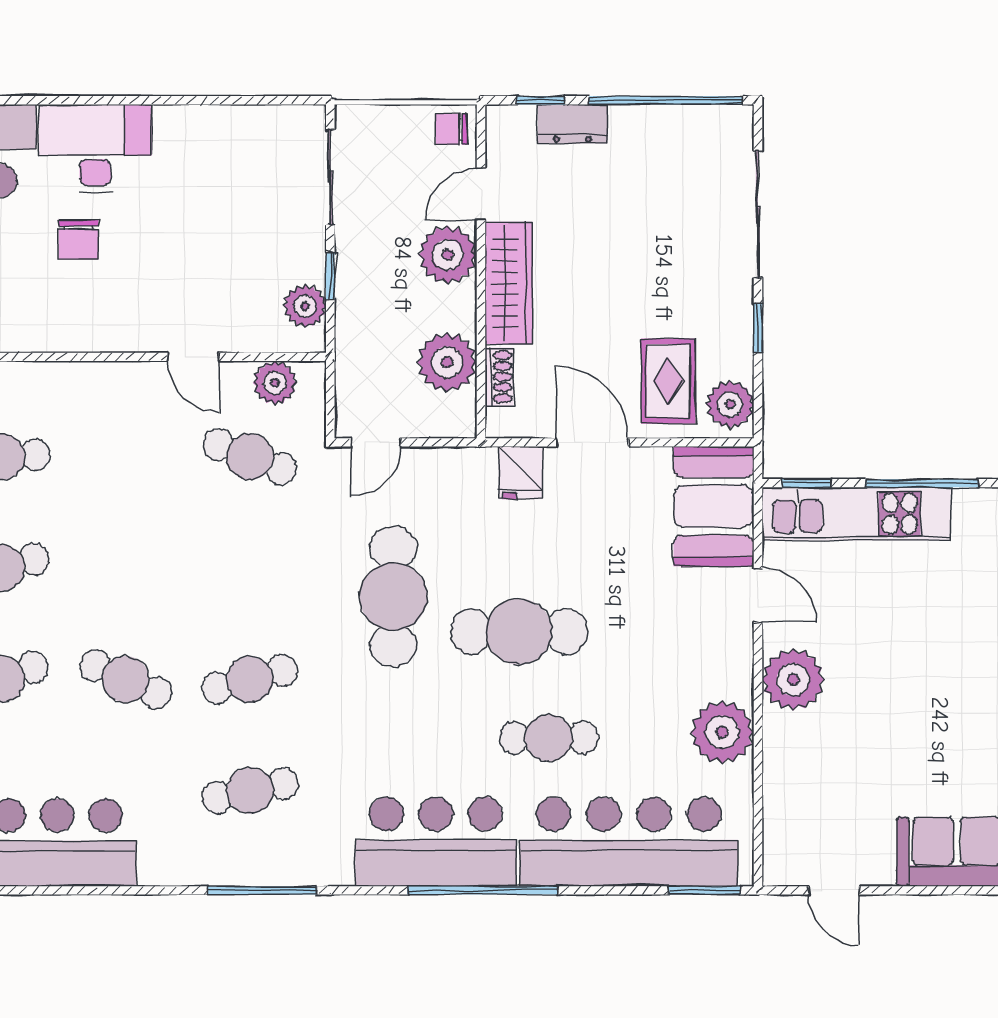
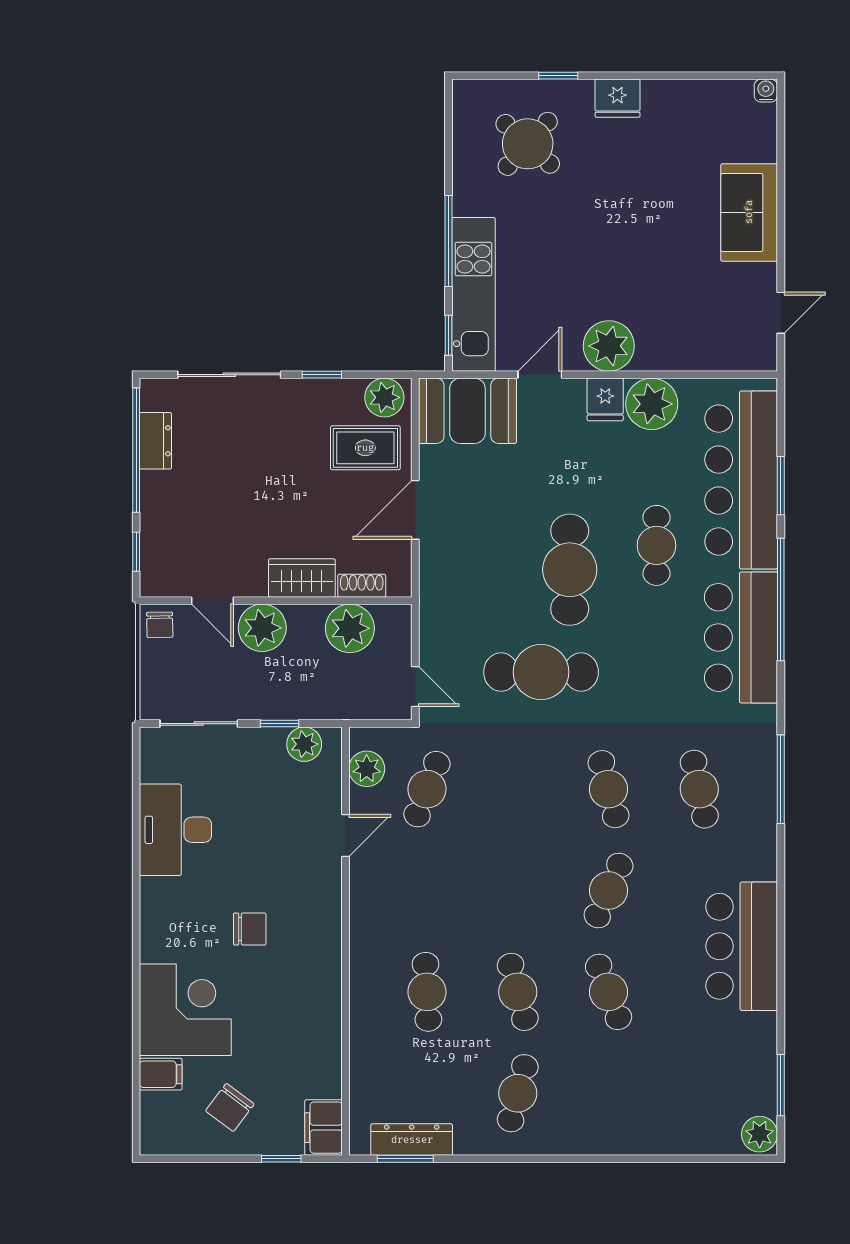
dresser: (573, 124) -> (155, 441), moved
desk: (95, 148) -> (175, 830), moved
wardrobe: (509, 283) -> (302, 578), width x0.67
fridge: (521, 473) -> (605, 399), moved, turned 90
window: (705, 890) -> (781, 486), moved

